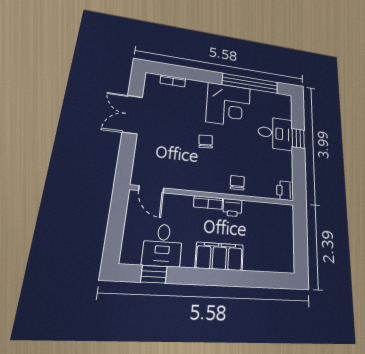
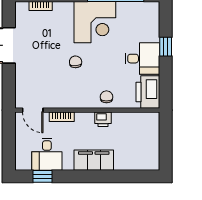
desk: (276, 133) -> (142, 59), moved
printer: (285, 191) -> (148, 92), width x1.87, depth x1.48
bookcase: (208, 203) -> (62, 117), moved

